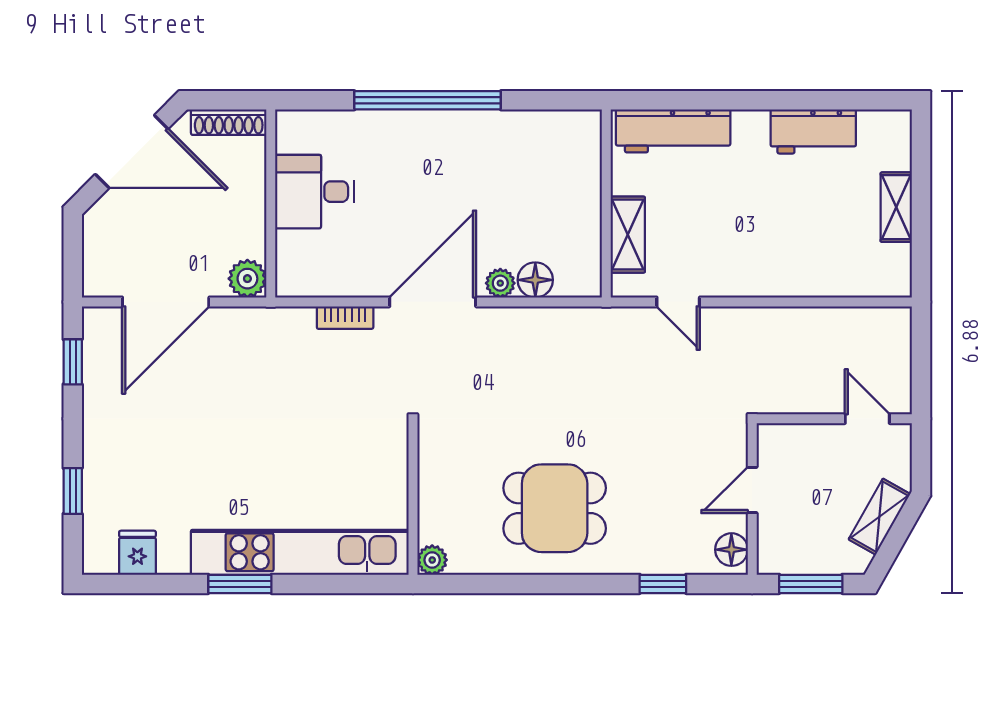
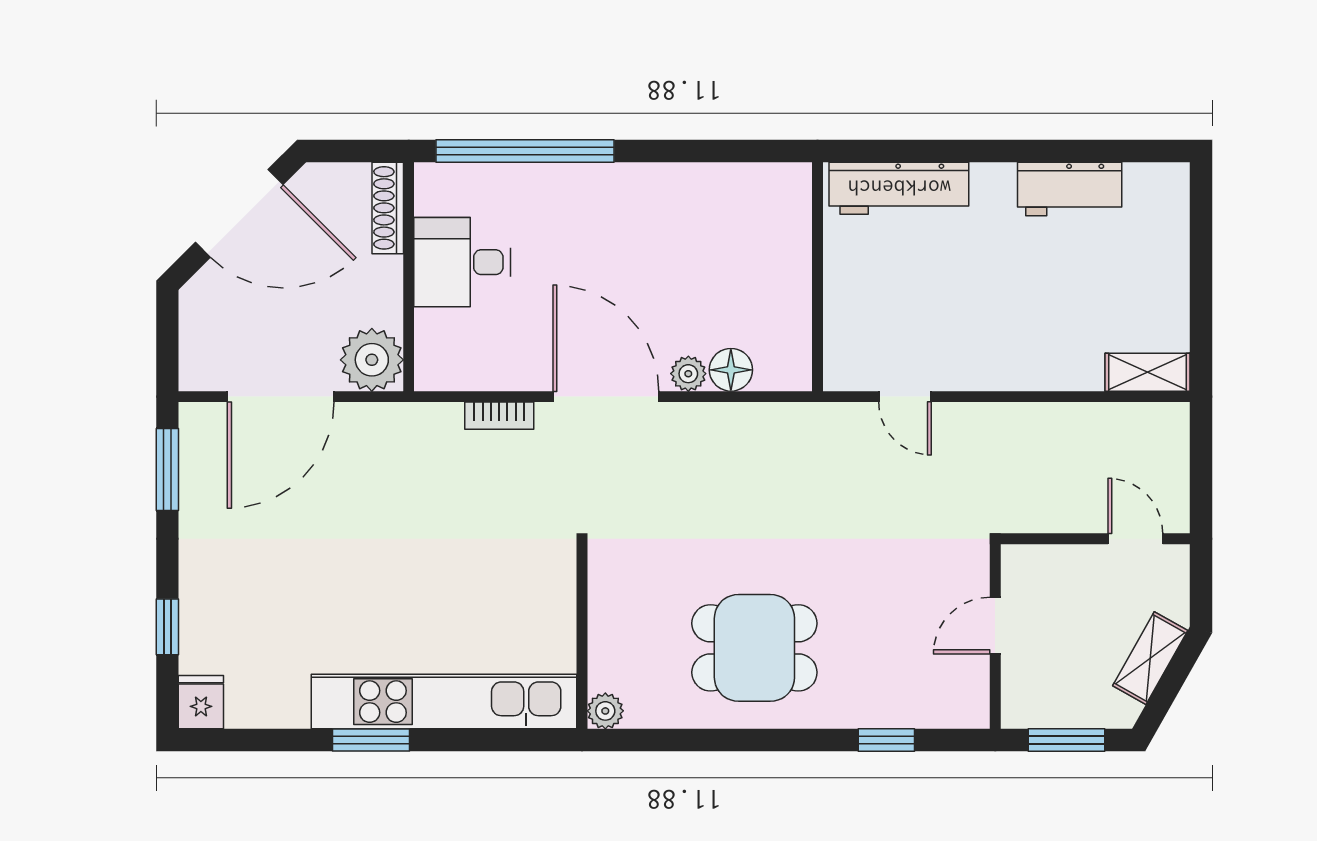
window: (428, 100) -> (525, 151), moved
shoe rack: (229, 122) -> (388, 208), moved, turned 90
shelving: (896, 207) -> (1148, 372), moved, turned 90
shelving: (628, 235) -> (844, 315), removed
plant: (247, 279) -> (372, 360), width x1.36, depth x1.36
door: (433, 302) -> (606, 397), hinge flipped
window: (73, 362) -> (167, 470), width x1.50
floor lamp: (731, 550) -> (970, 698), removed
fridge: (137, 553) -> (201, 702), moved

